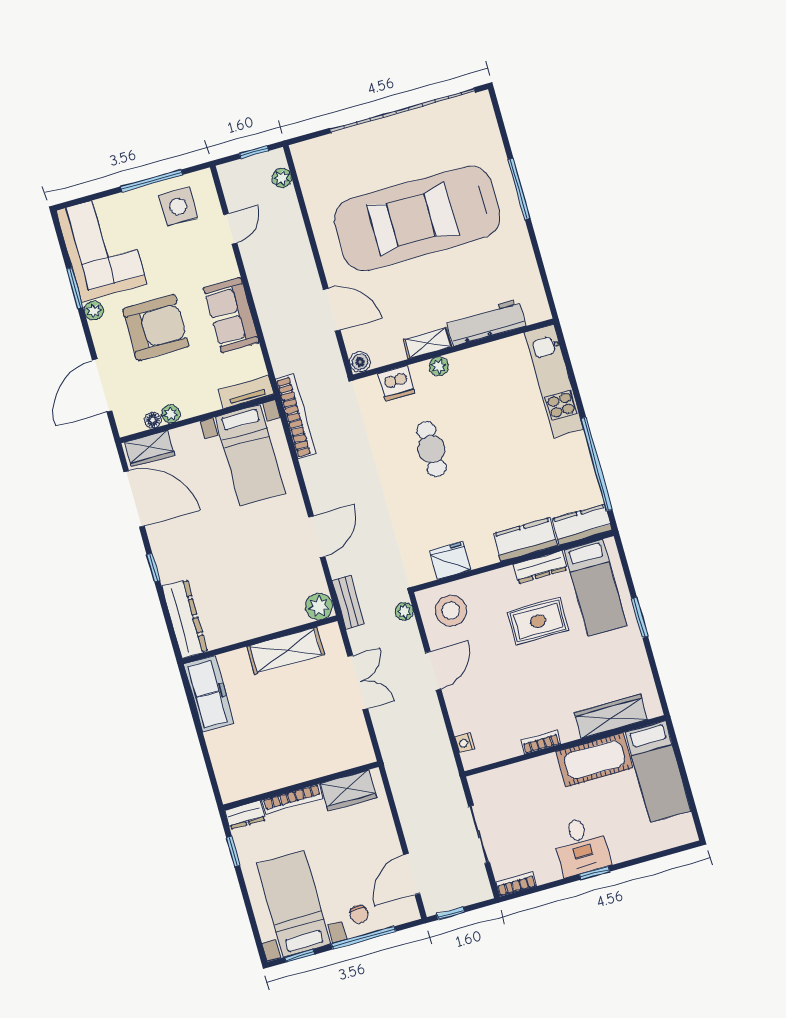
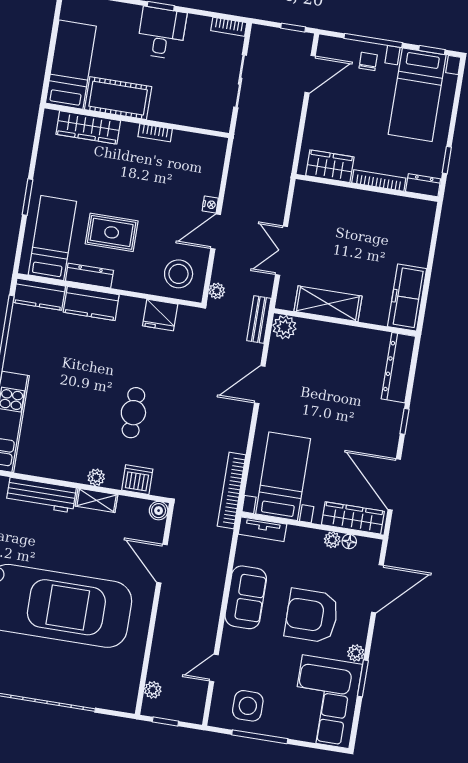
wardrobe: (149, 449) -> (353, 518), width x1.50
nightstand: (465, 743) -> (210, 205), moved

